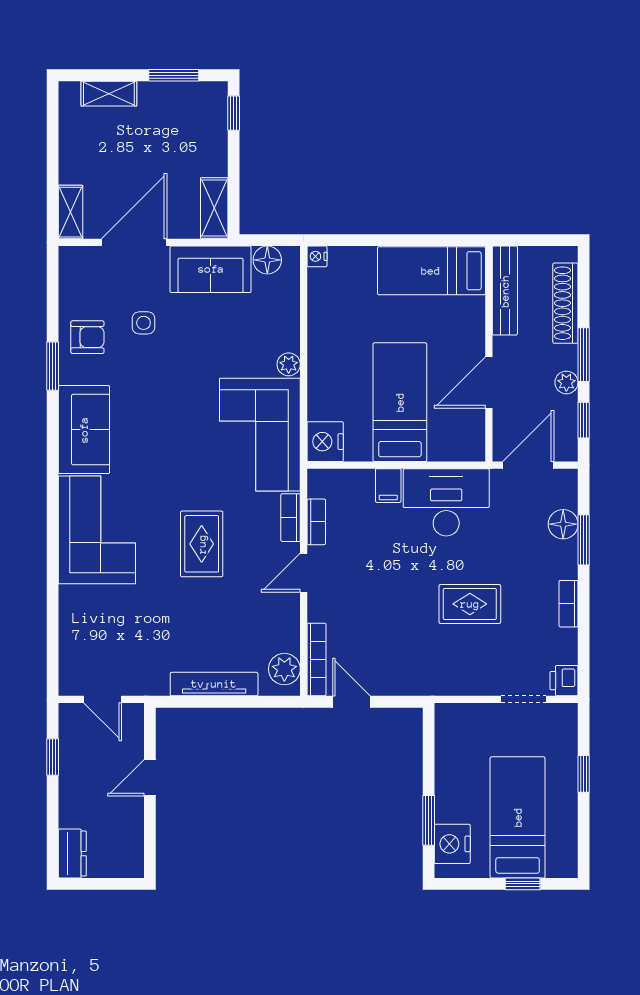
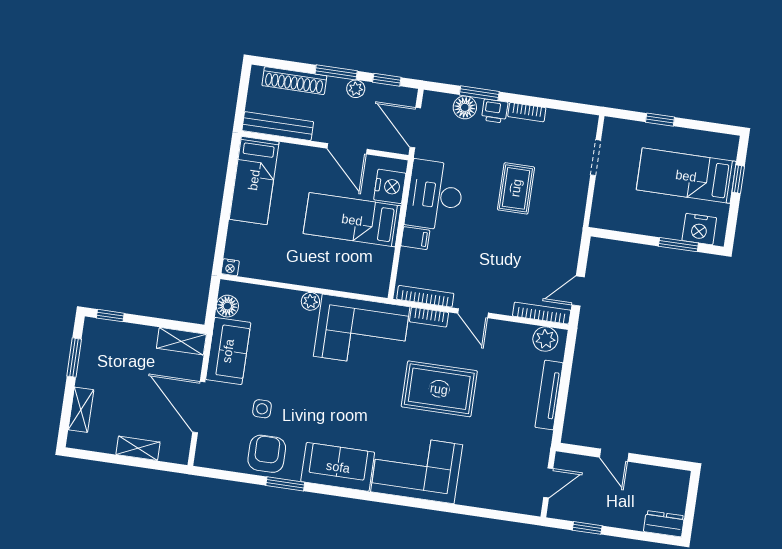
shelving: (71, 212) -> (138, 448), moved
armchair: (87, 337) -> (267, 454), width x1.38, depth x1.38
nightstand: (325, 442) -> (390, 186), moved, turned -90
bookcase: (316, 522) -> (425, 296), width x1.56
rug: (202, 544) -> (439, 389), width x1.36, depth x1.43
printer: (564, 681) -> (495, 111), moved

